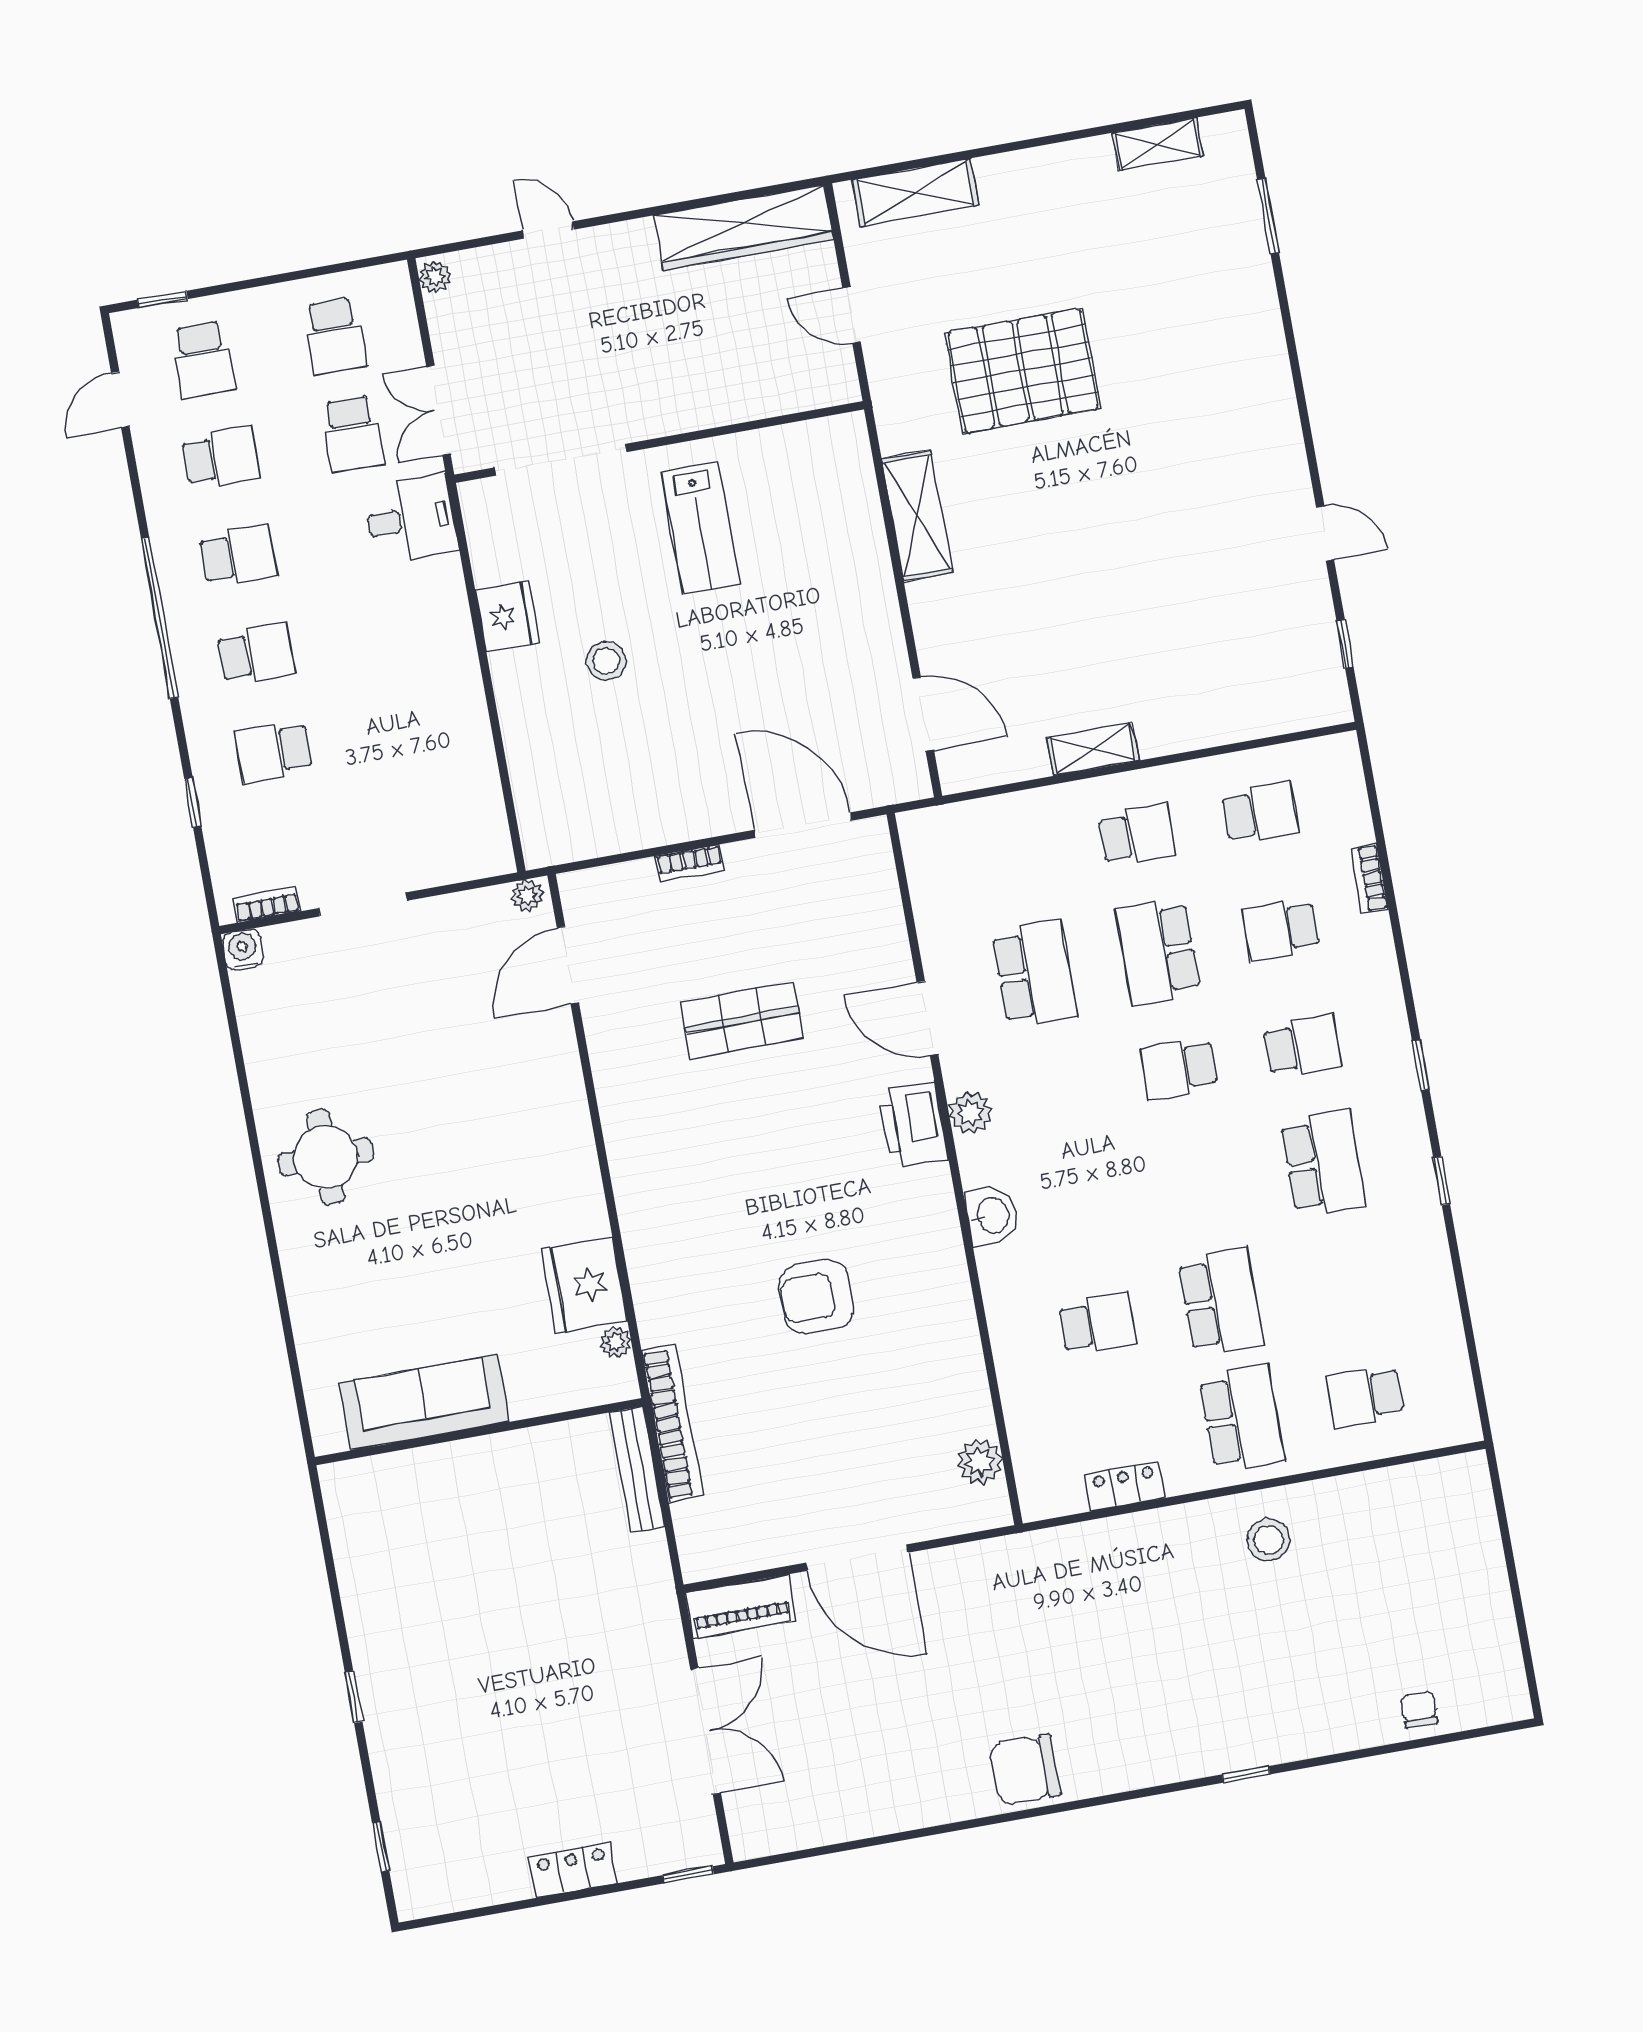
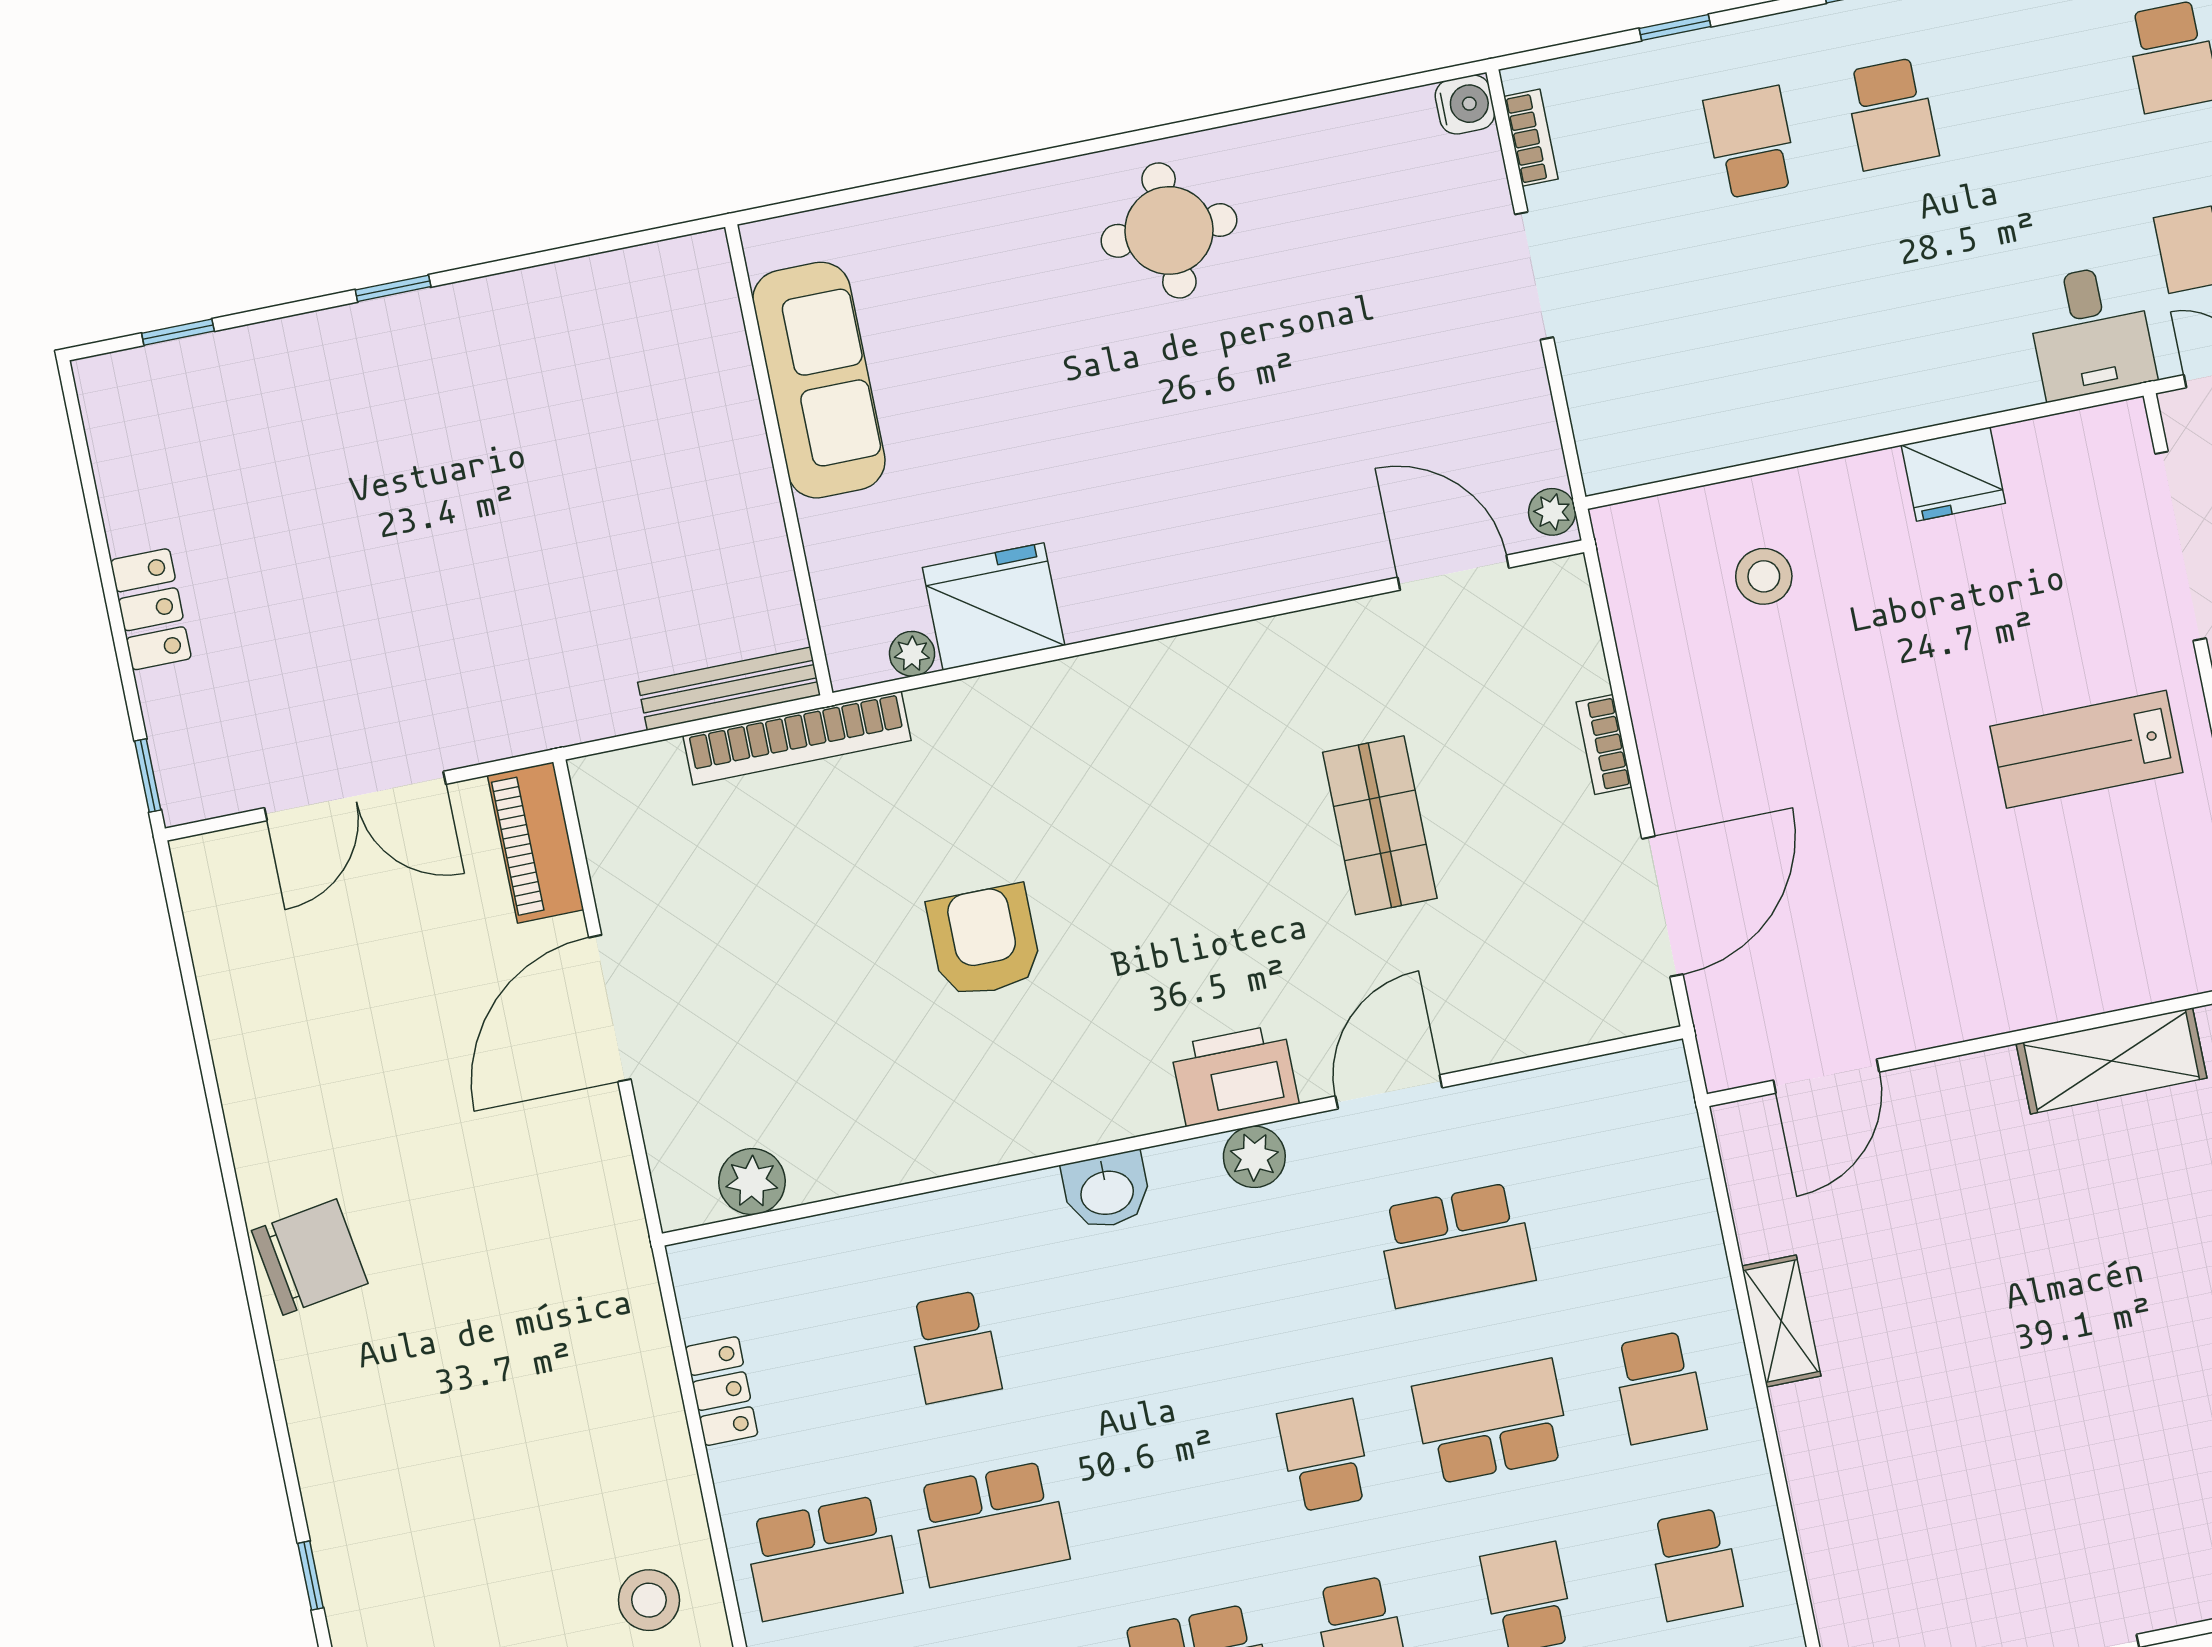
school desk: (238, 556) -> (2032, 85), removed
stool: (606, 661) -> (1764, 576), moved
chair: (1025, 1770) -> (310, 1257), turned 81

